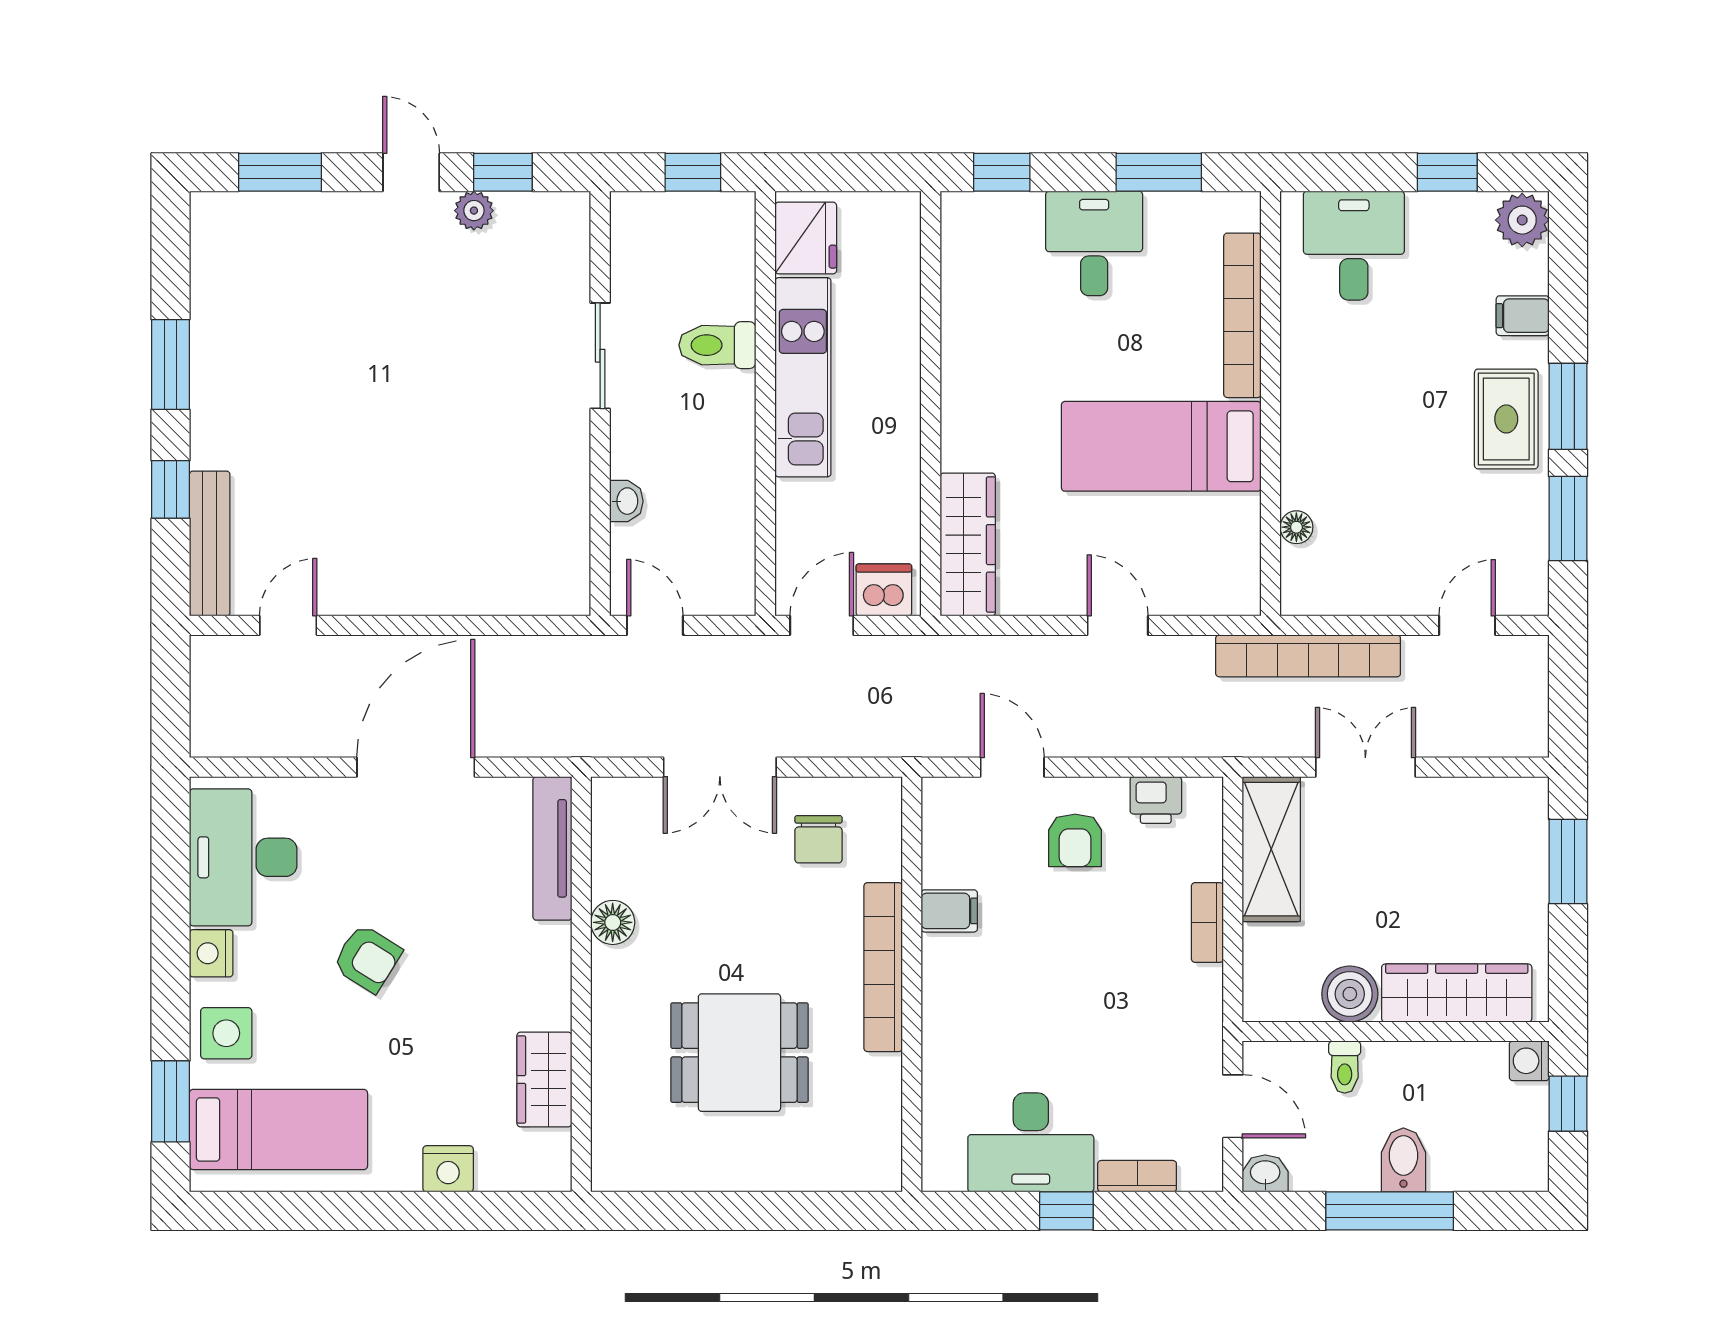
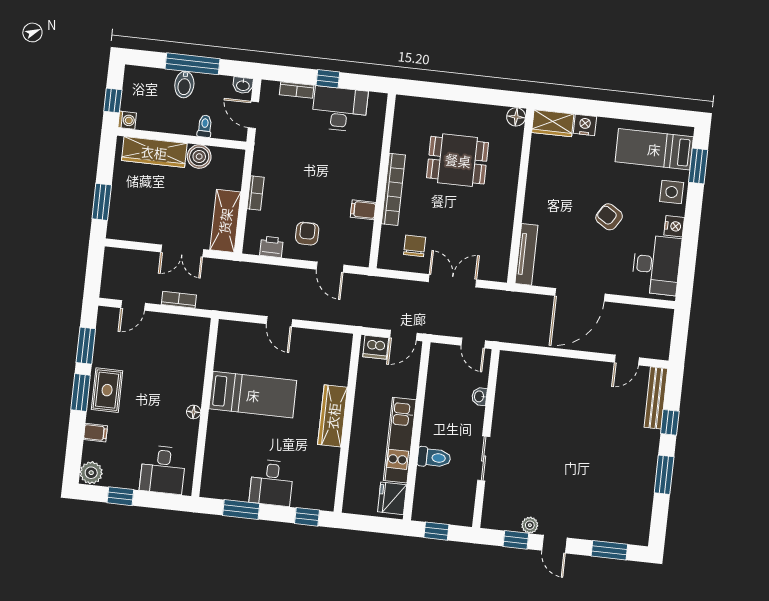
bookcase: (1242, 315) -> (213, 446), removed
floor lamp: (1296, 527) -> (194, 412), moved
wardrobe: (968, 545) -> (333, 416), moved
bookcase: (1308, 656) -> (179, 300), width x0.43, depth x0.76
floor lamp: (613, 922) -> (516, 117), moved
wardrobe: (544, 1080) -> (553, 123), moved, turned 90

